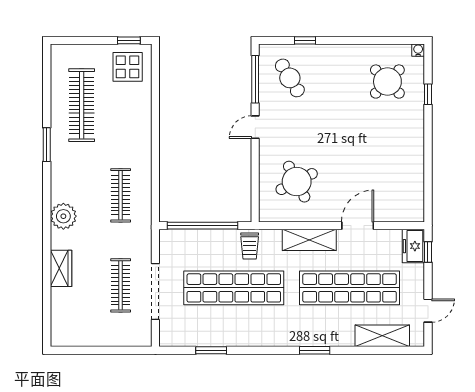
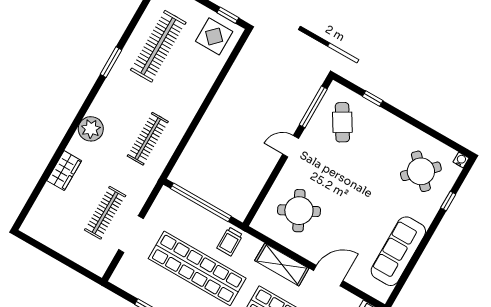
sofa: (409, 166) -> (398, 251), added
doorway: (155, 291) -> (131, 234), width x0.73

